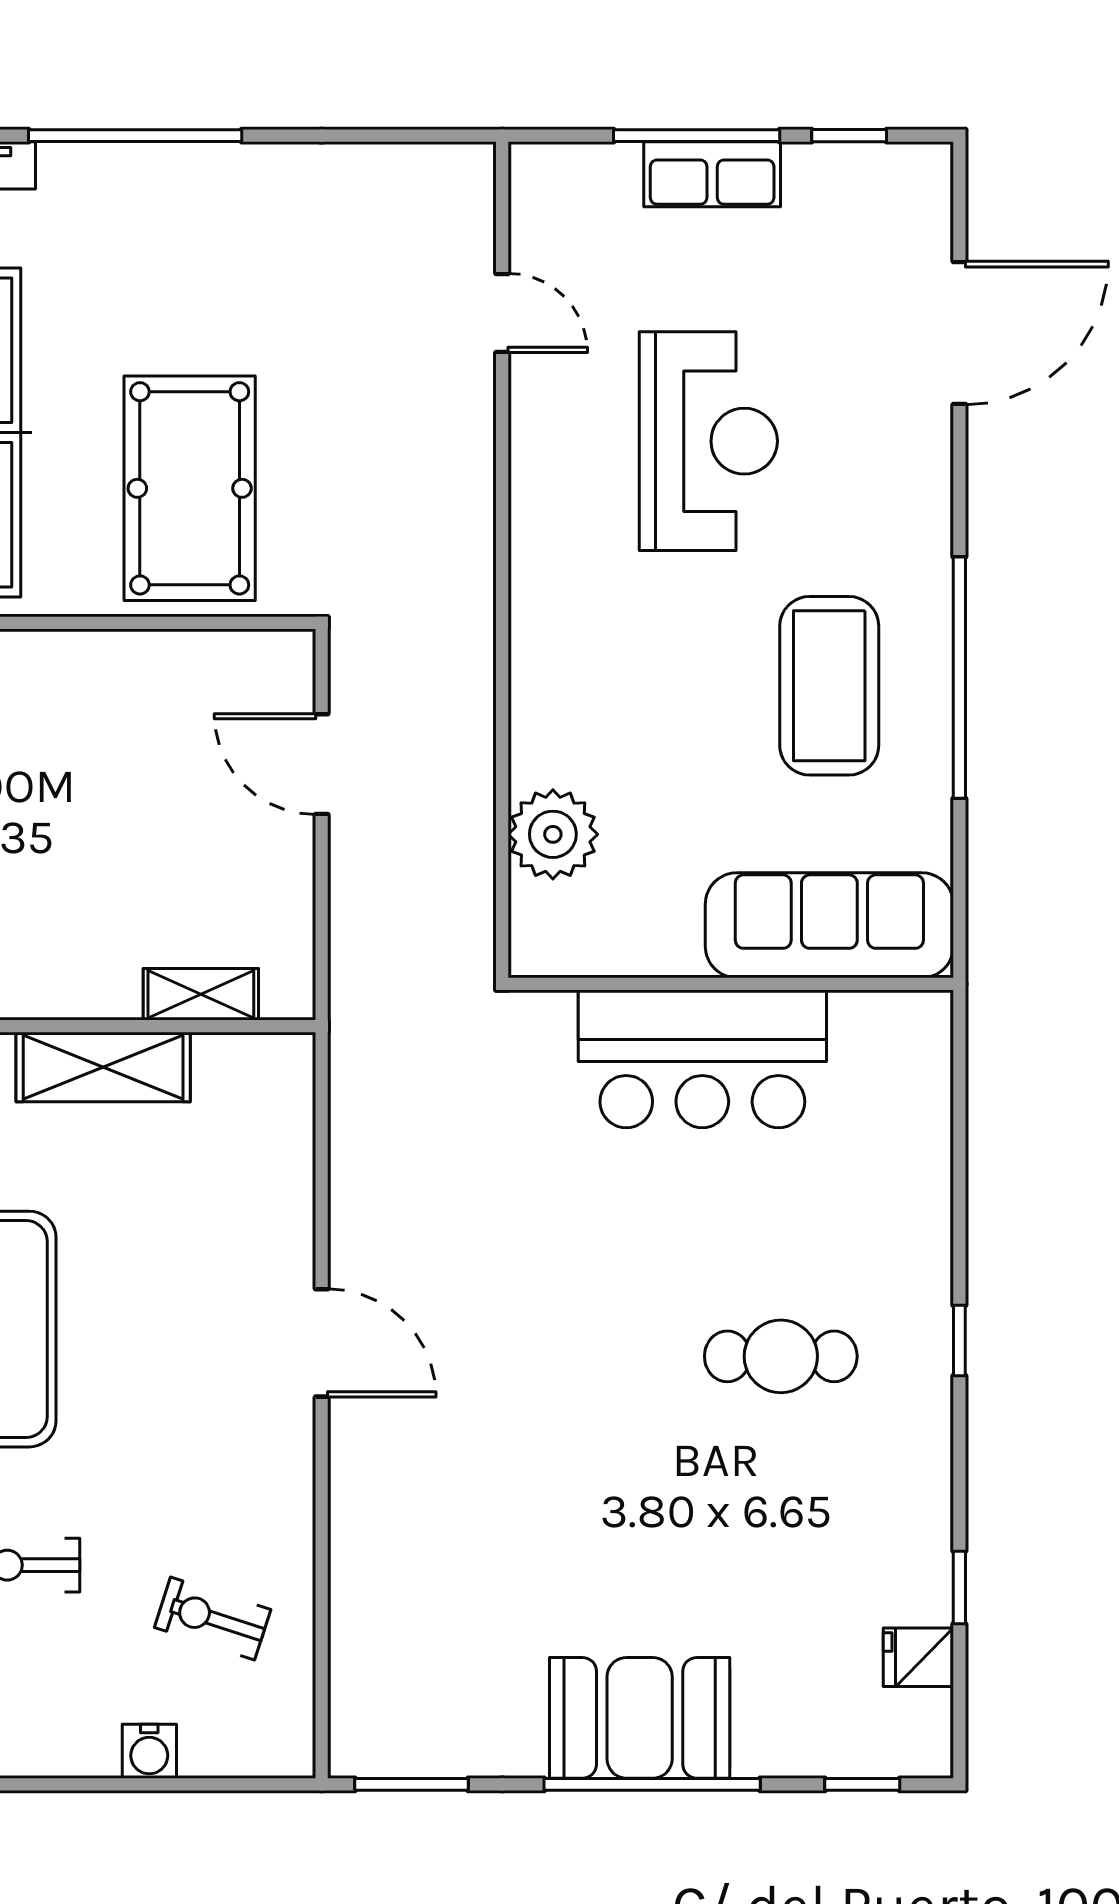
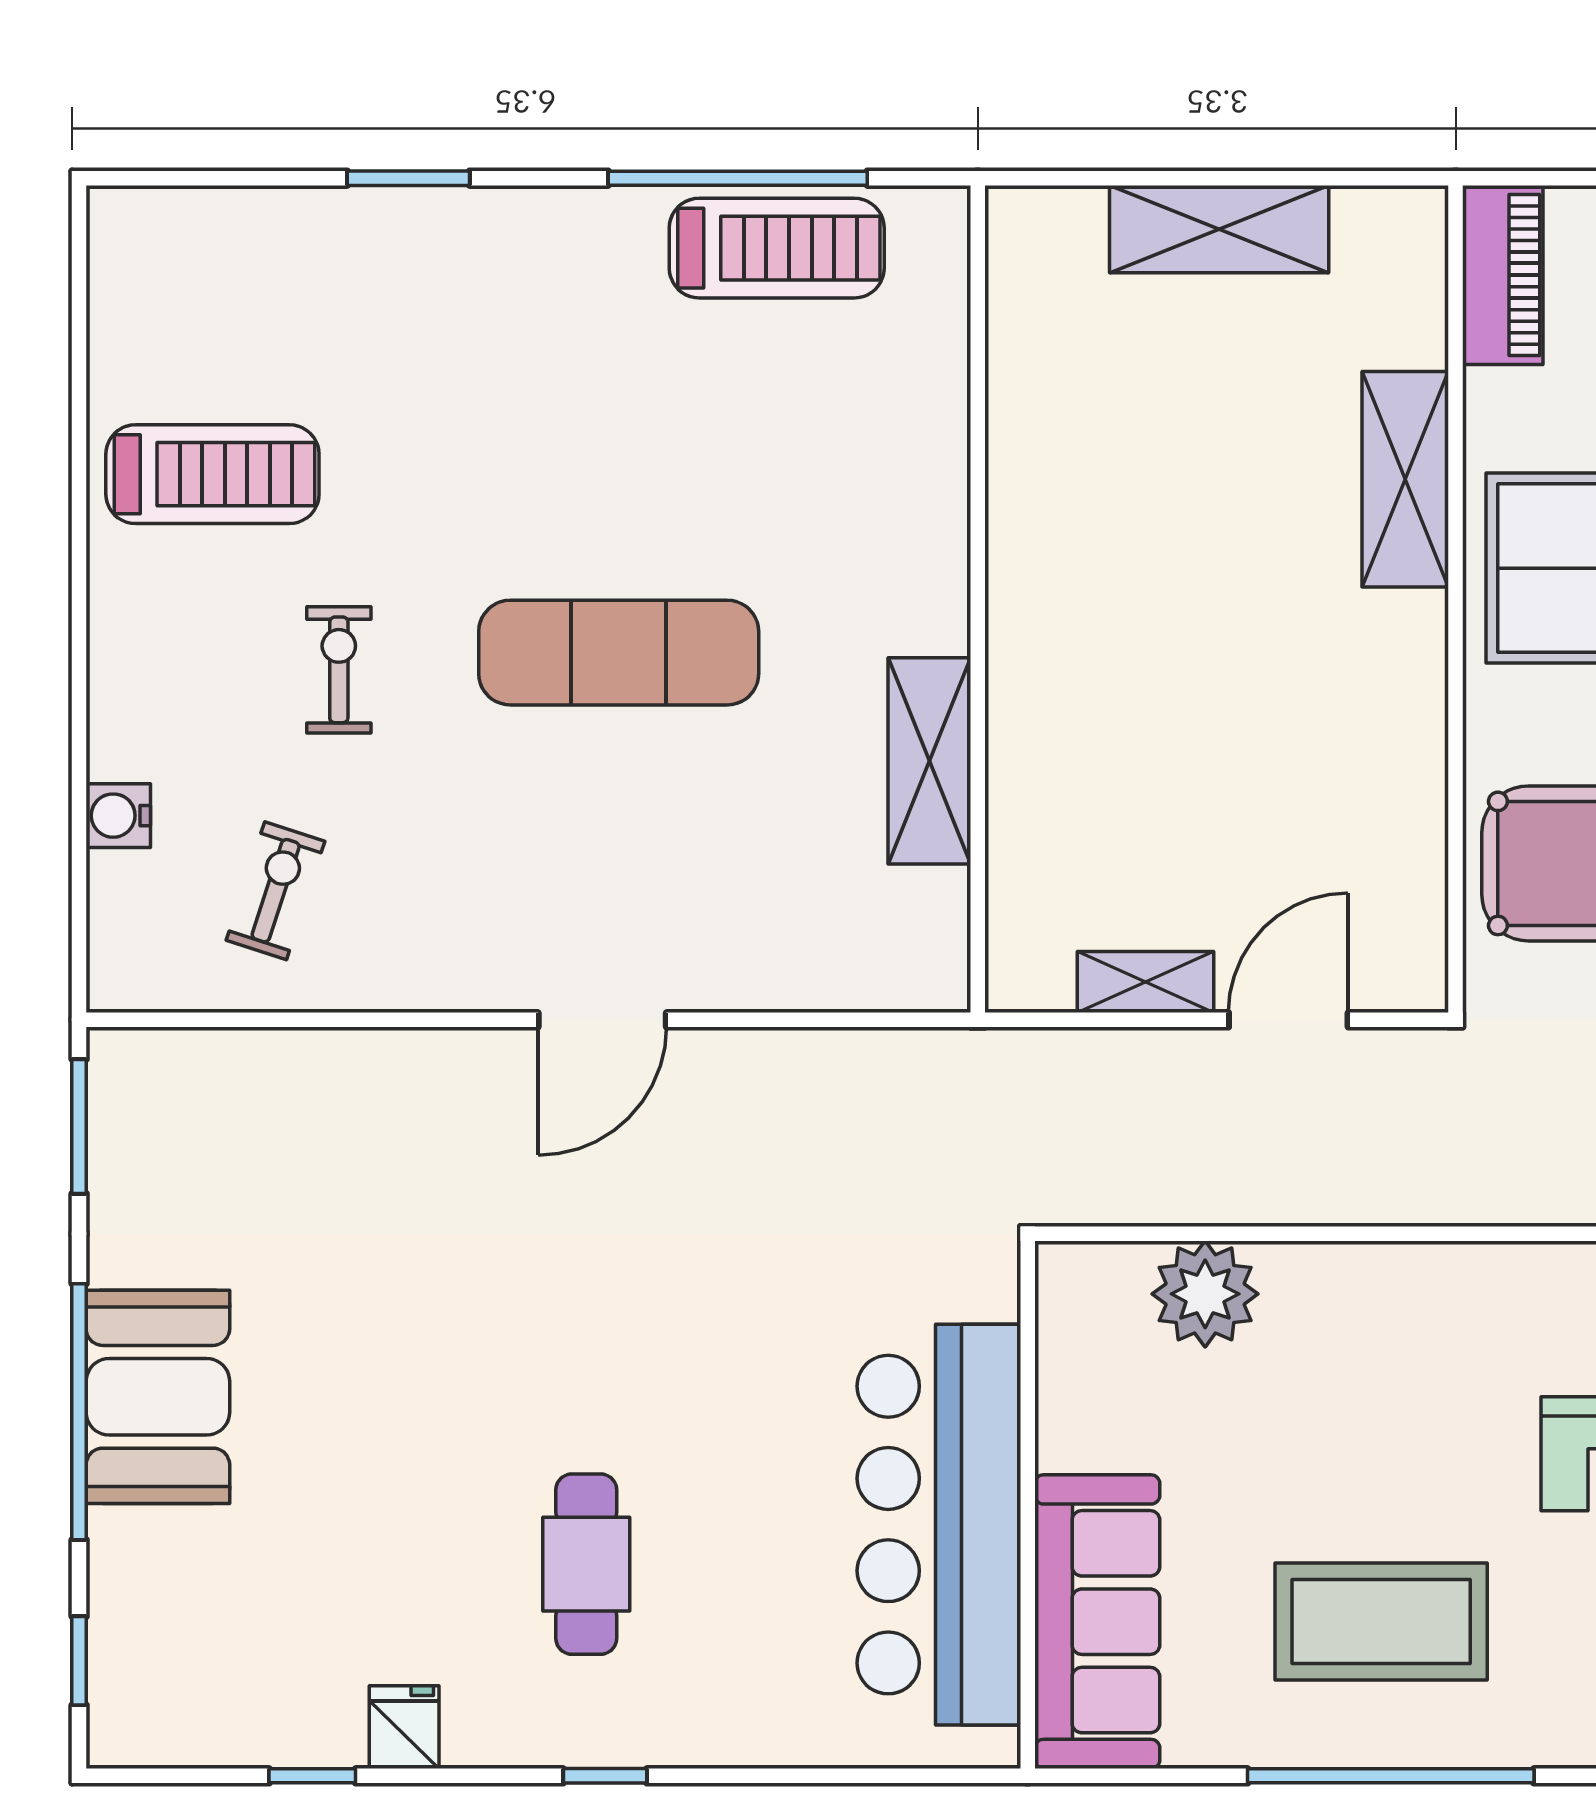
shelving: (201, 994) -> (1145, 982), moved, turned 90
bar counter: (702, 1059) -> (939, 1525), width x1.36
fridge: (918, 1657) -> (404, 1727), moved

